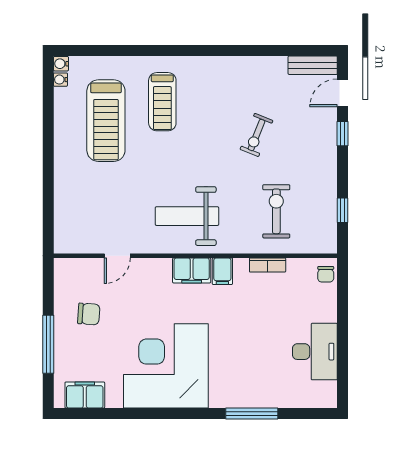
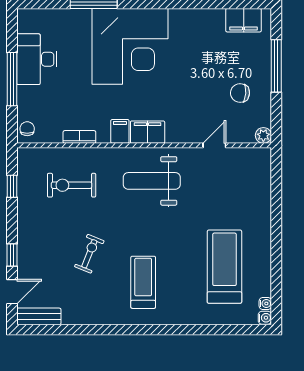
treadmill: (162, 102) -> (143, 282), moved
exercise bike: (276, 211) -> (72, 185), turned 90
weight bench: (187, 216) -> (152, 181), turned 180
plant: (63, 267) -> (263, 135), added
window: (343, 329) -> (12, 79), added
corner desk: (166, 366) -> (130, 46), moved

